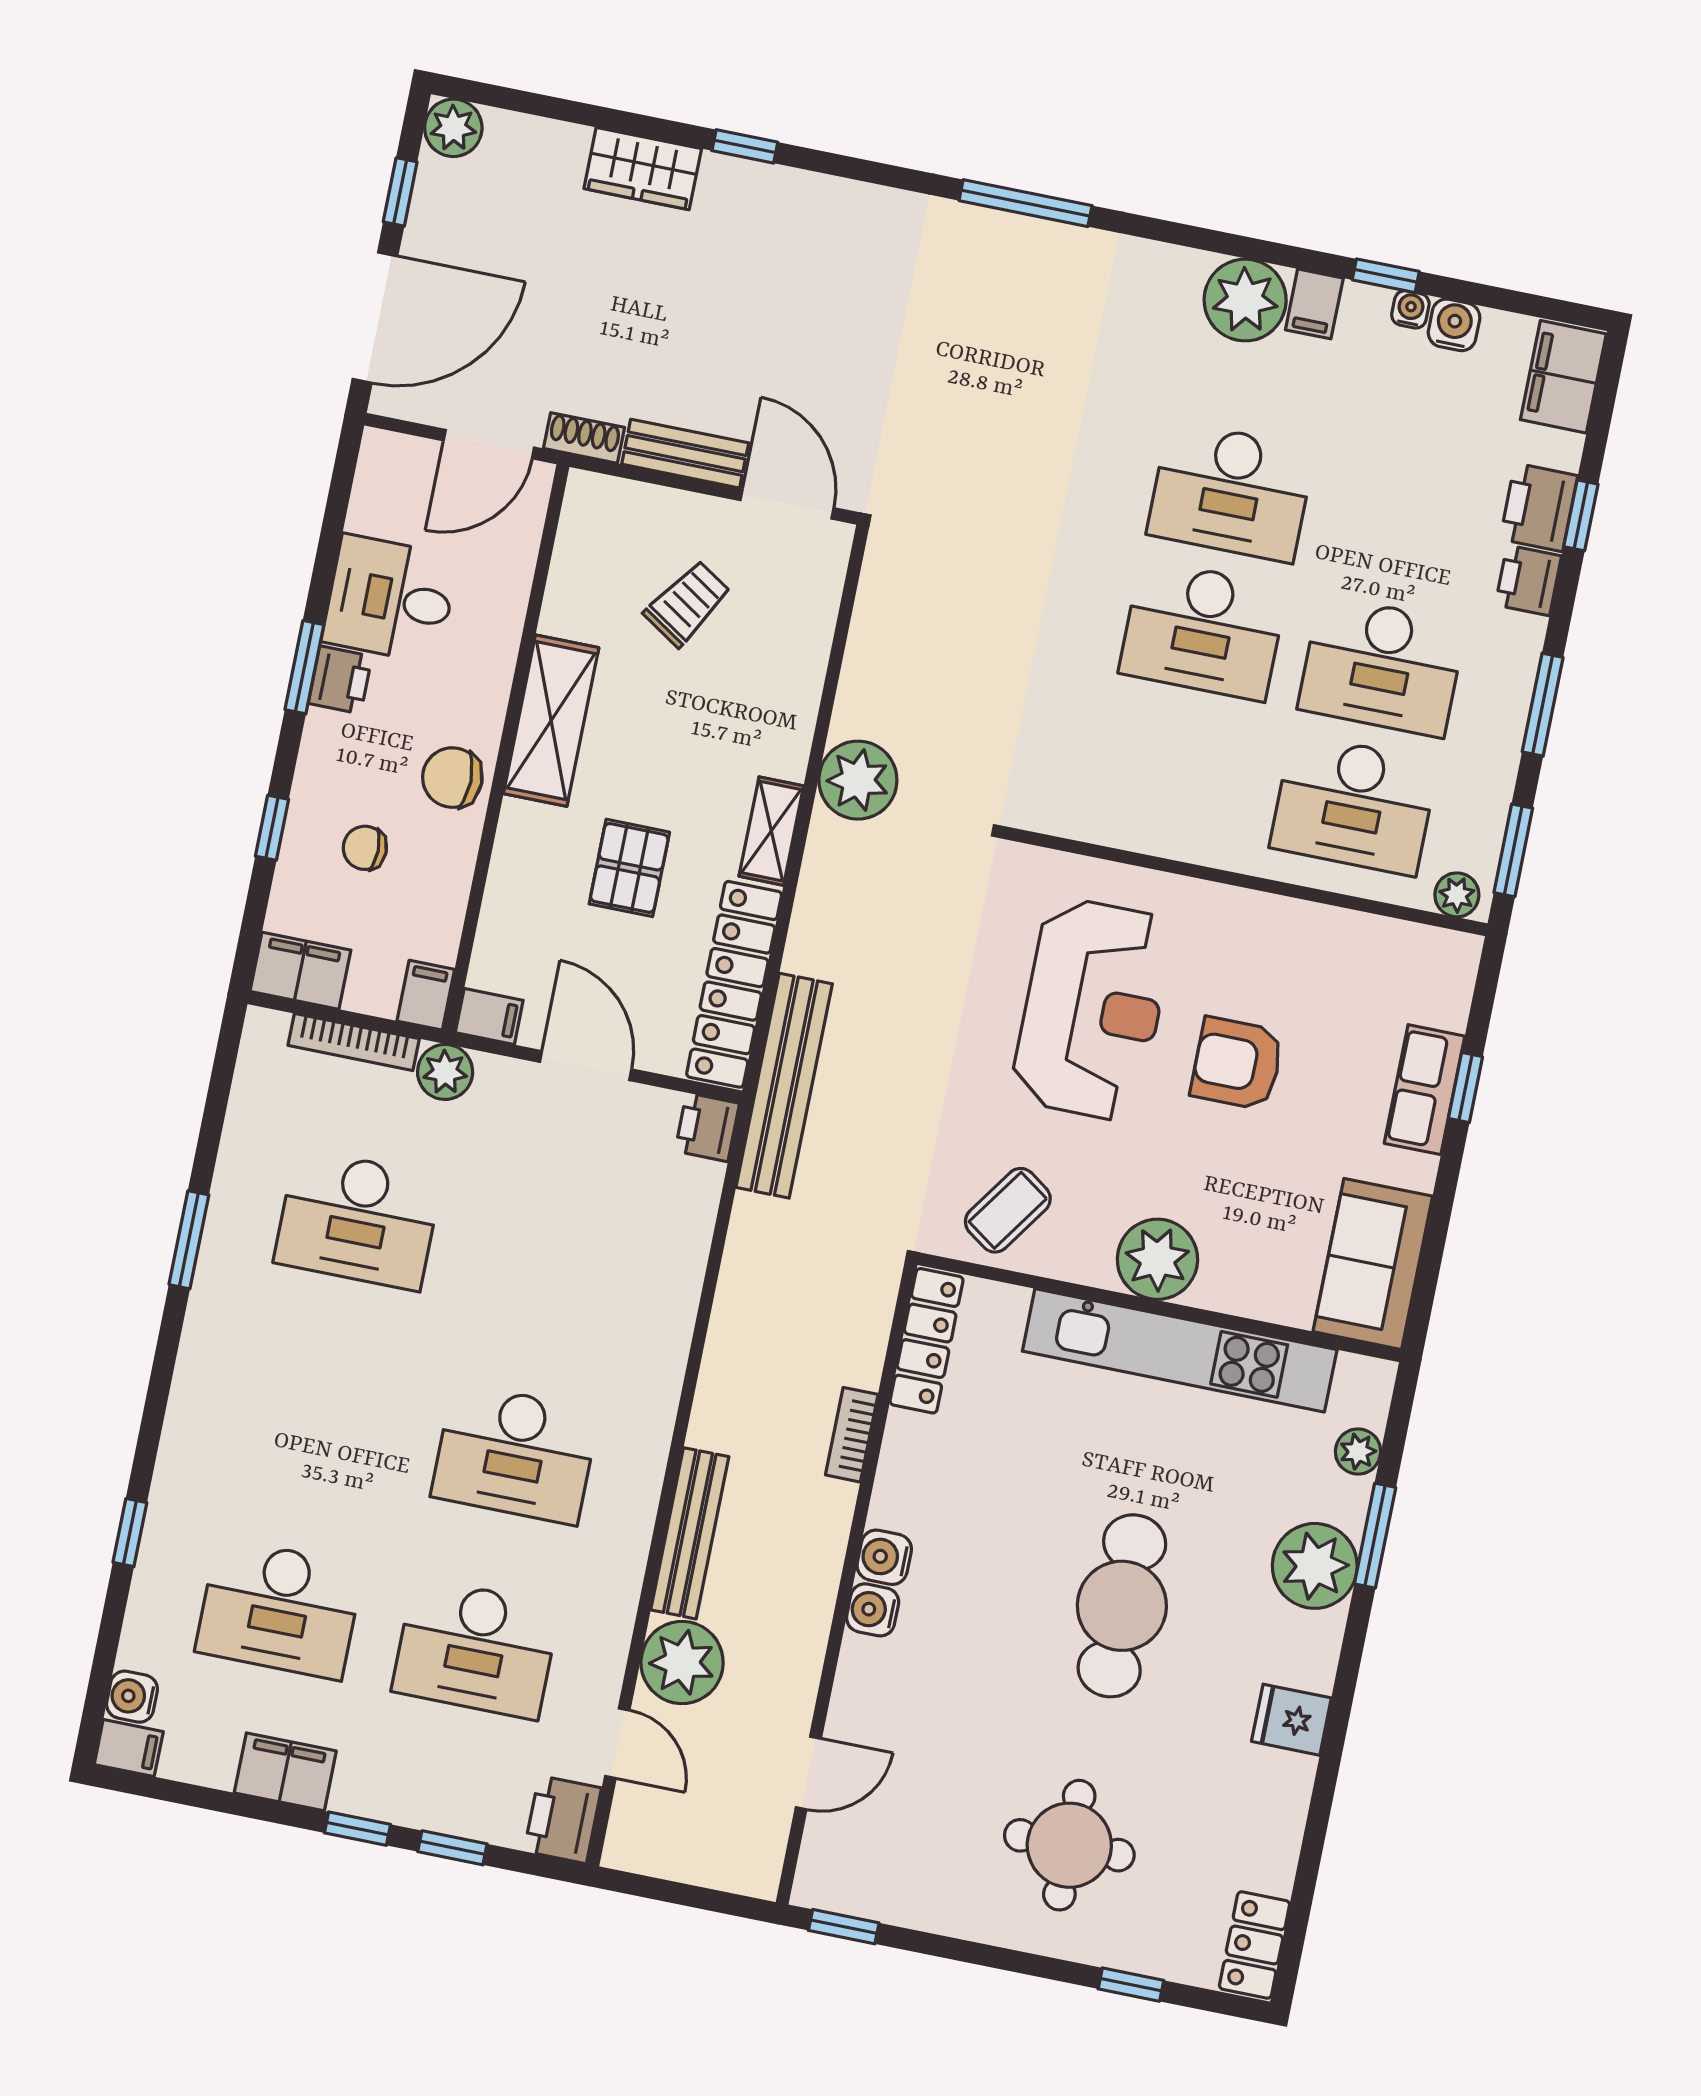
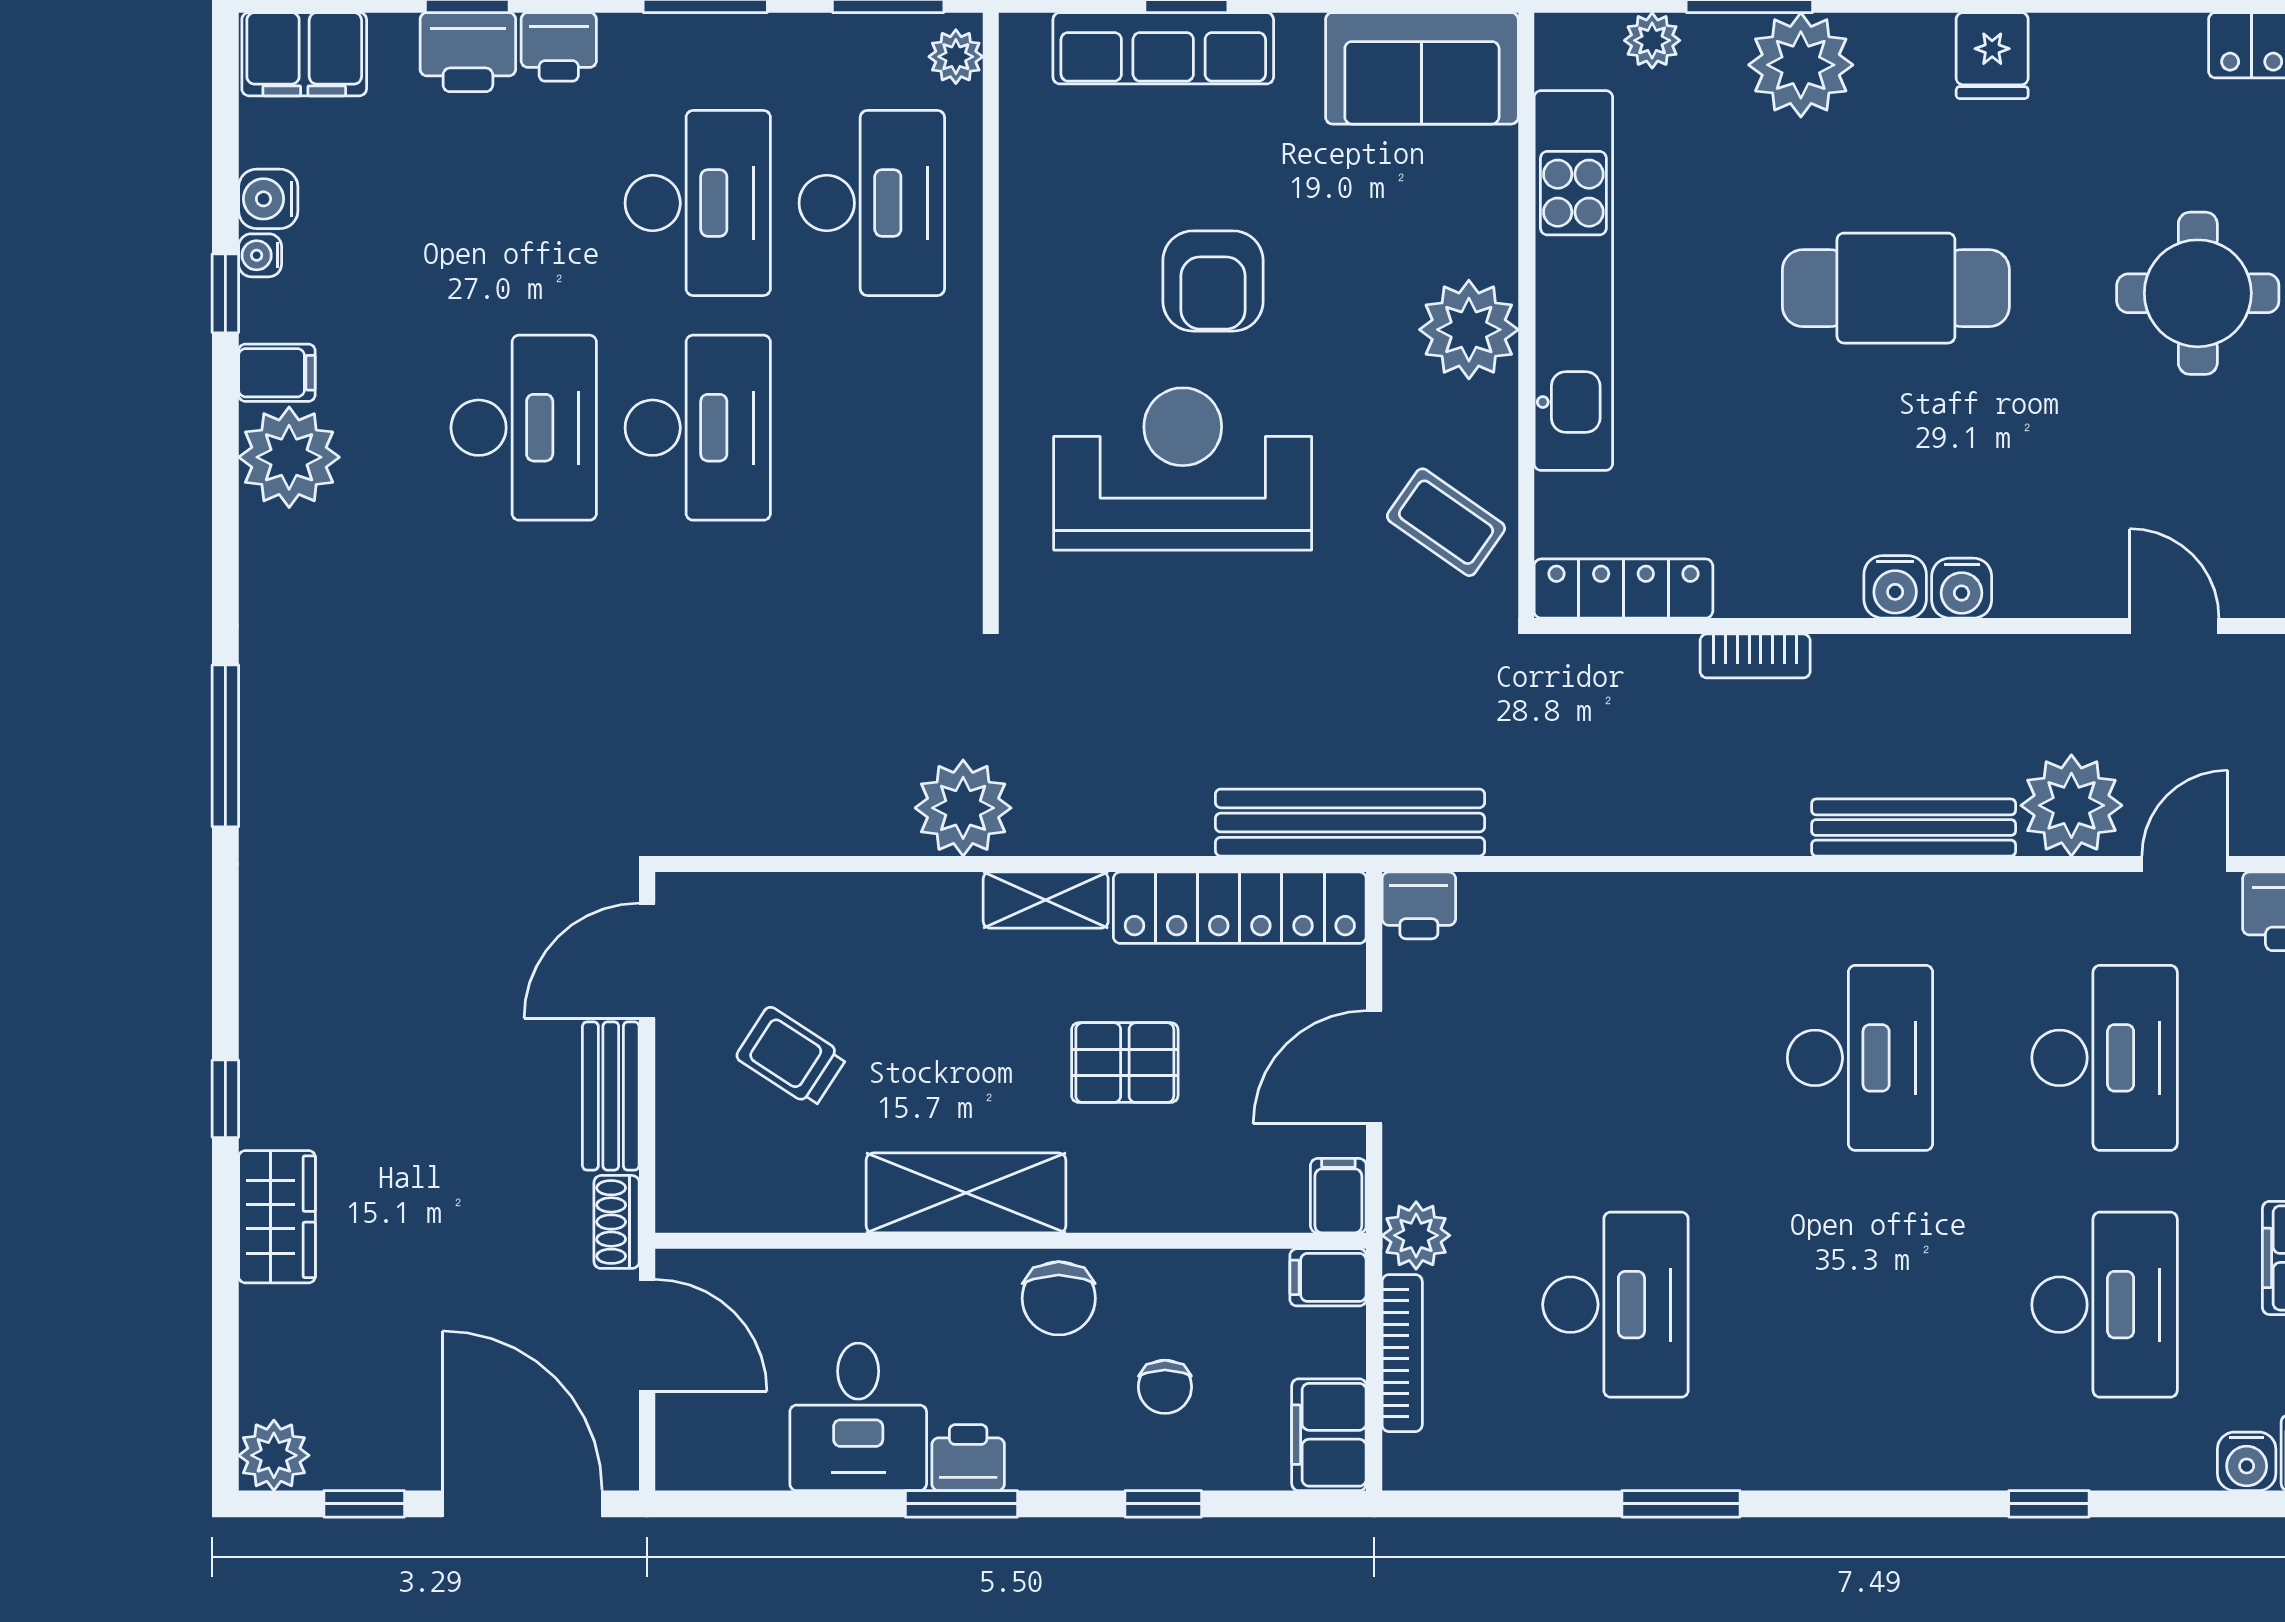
row of seats: (1425, 1090) -> (1163, 48), width x1.48

